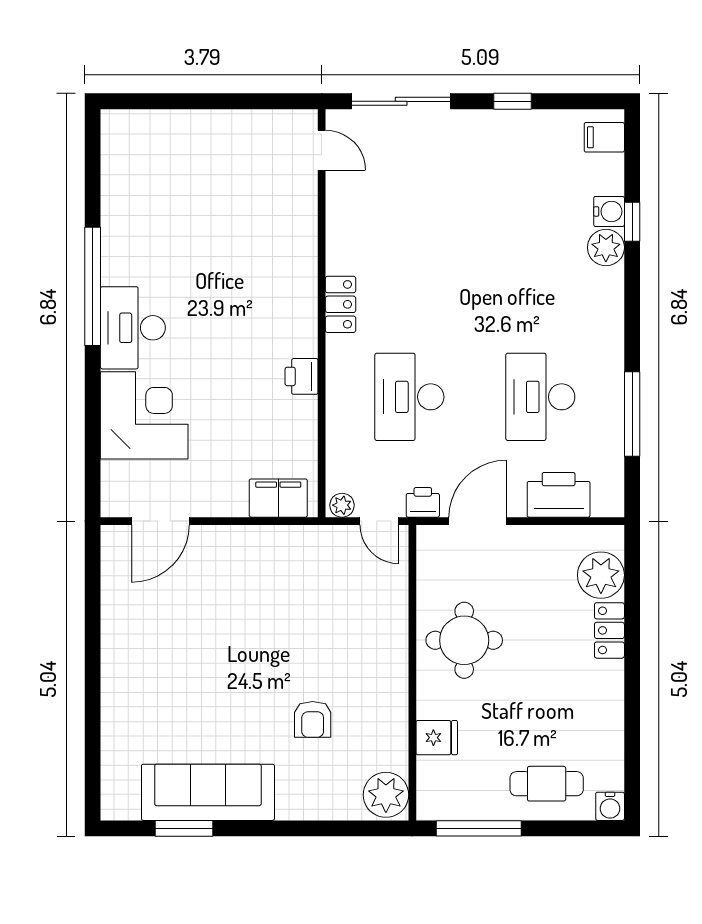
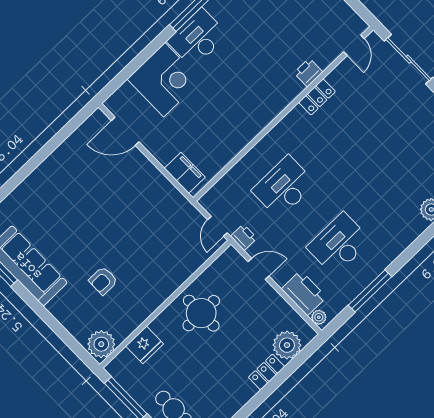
locker: (341, 304) -> (317, 97), moved
printer: (302, 376) -> (308, 73), moved
plant: (342, 505) -> (319, 317), moved
door: (478, 521) -> (259, 269), width x0.73
fridge: (437, 738) -> (145, 345), width x1.38

